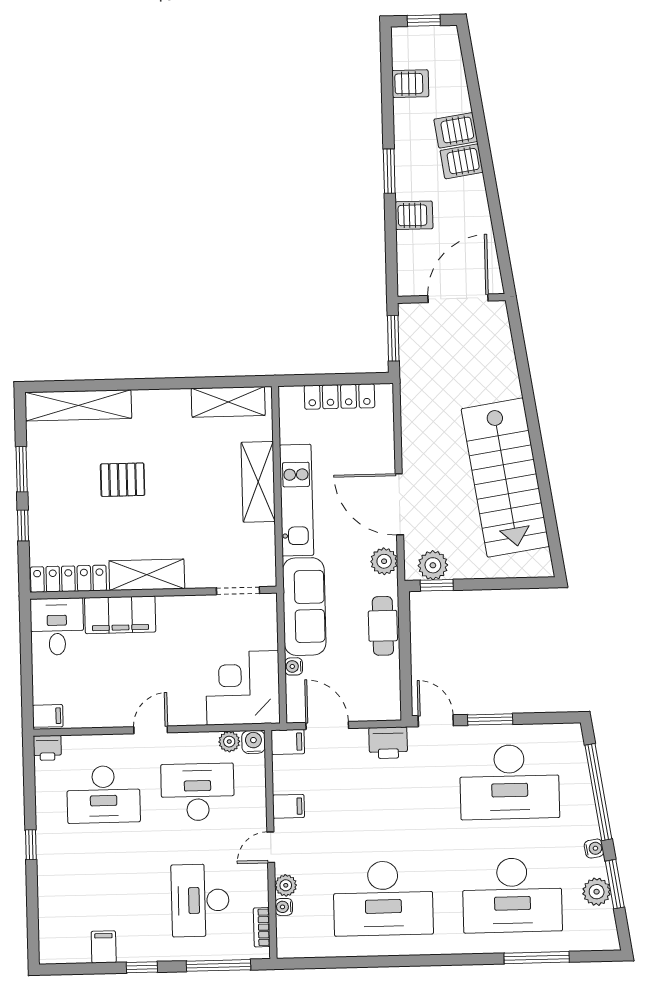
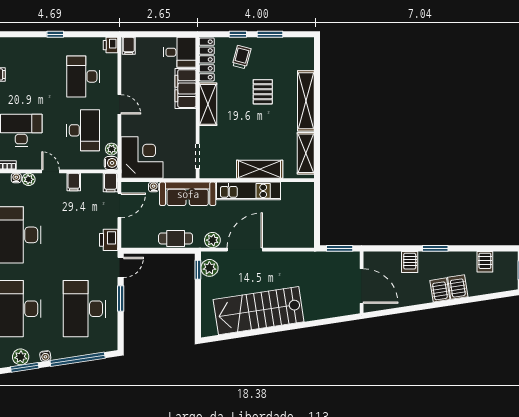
locker: (339, 397) -> (307, 217), removed
shelving: (78, 405) -> (306, 101), moved
trolley: (63, 518) -> (242, 57), added

